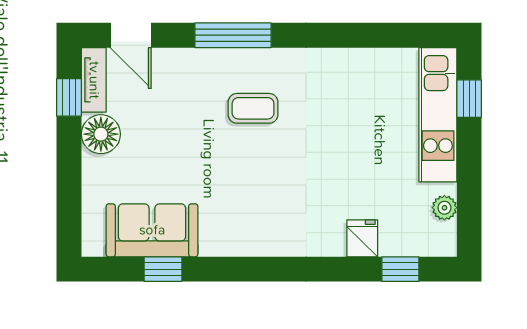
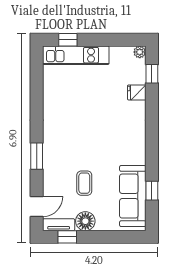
window: (233, 35) -> (37, 156), width x0.69
coffee table: (253, 108) -> (84, 183), moved
plant: (444, 208) -> (140, 52), moved
sofa: (152, 230) -> (133, 196), width x1.36

